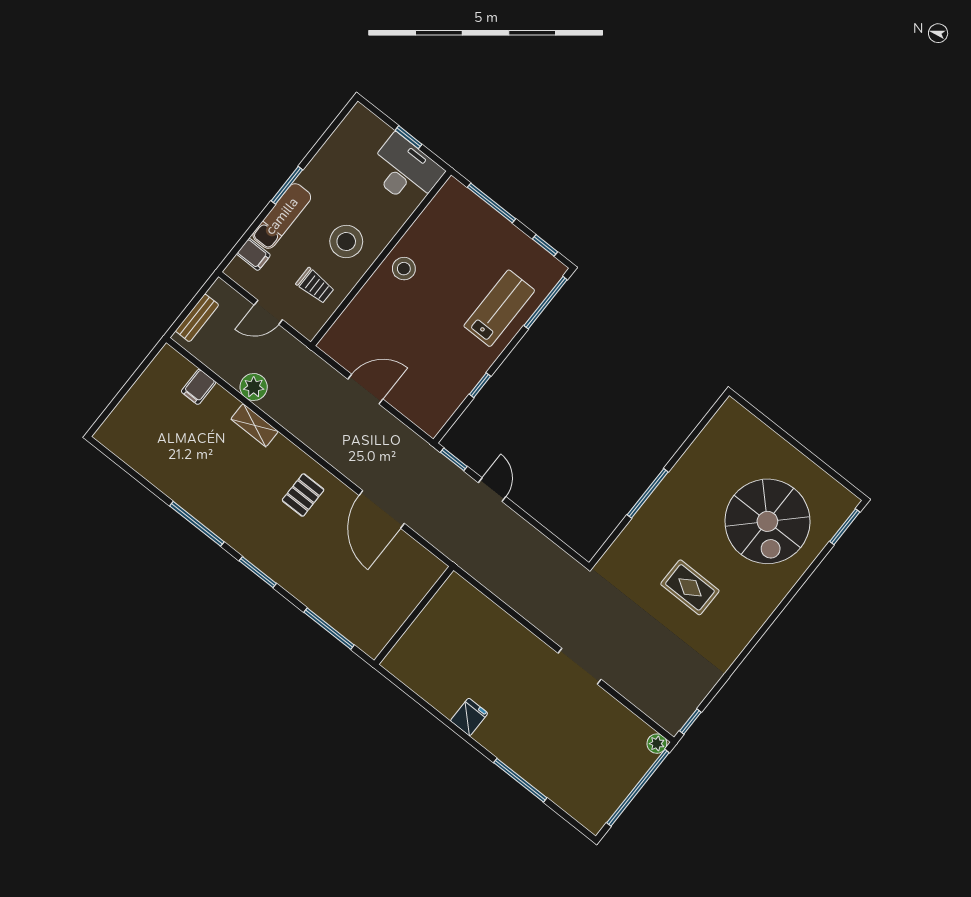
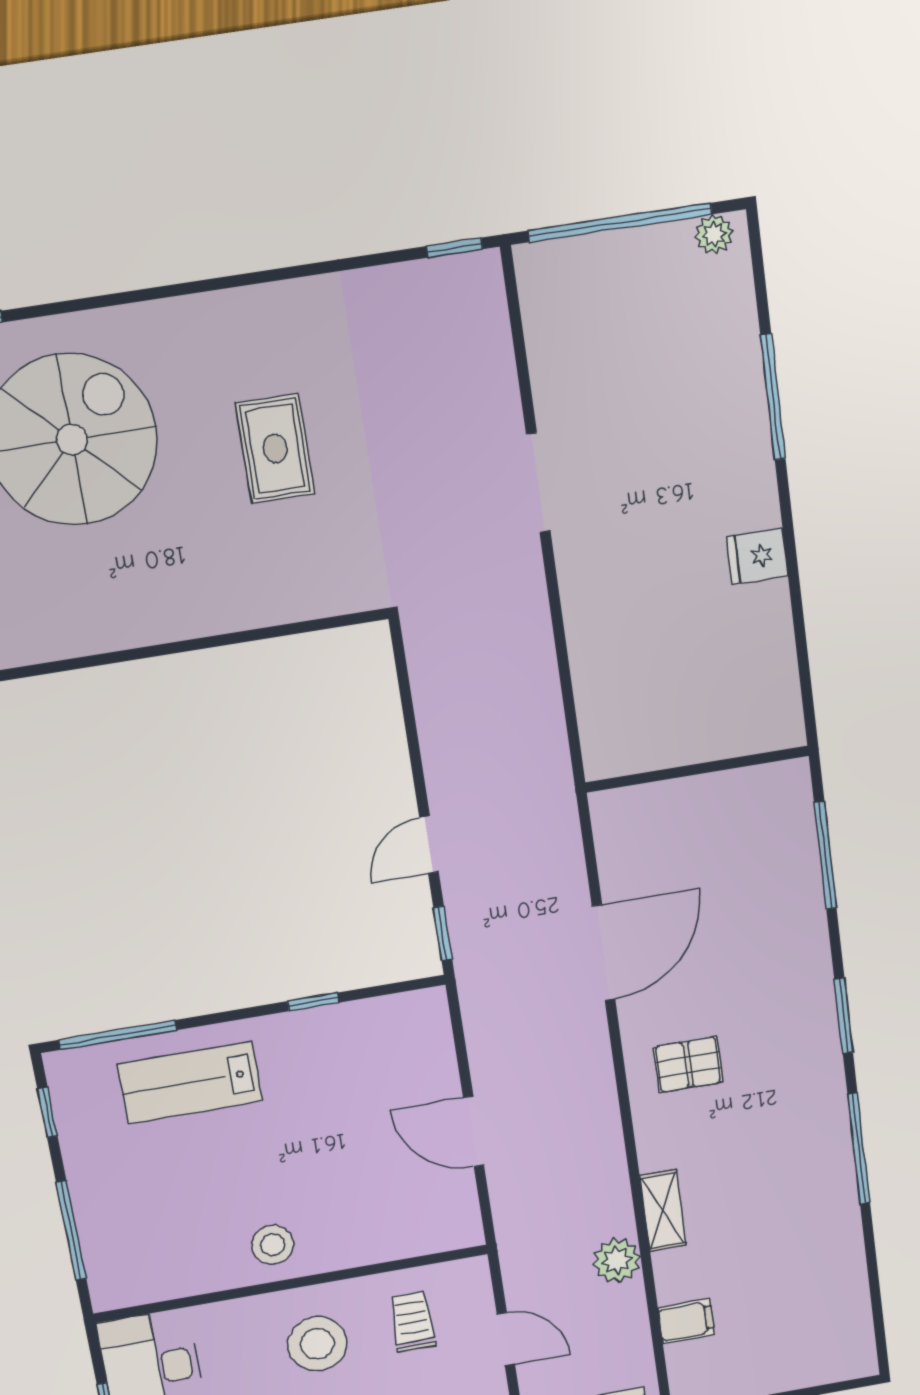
window: (648, 493) -> (214, 642), removed
plant: (657, 744) -> (714, 234), moved

